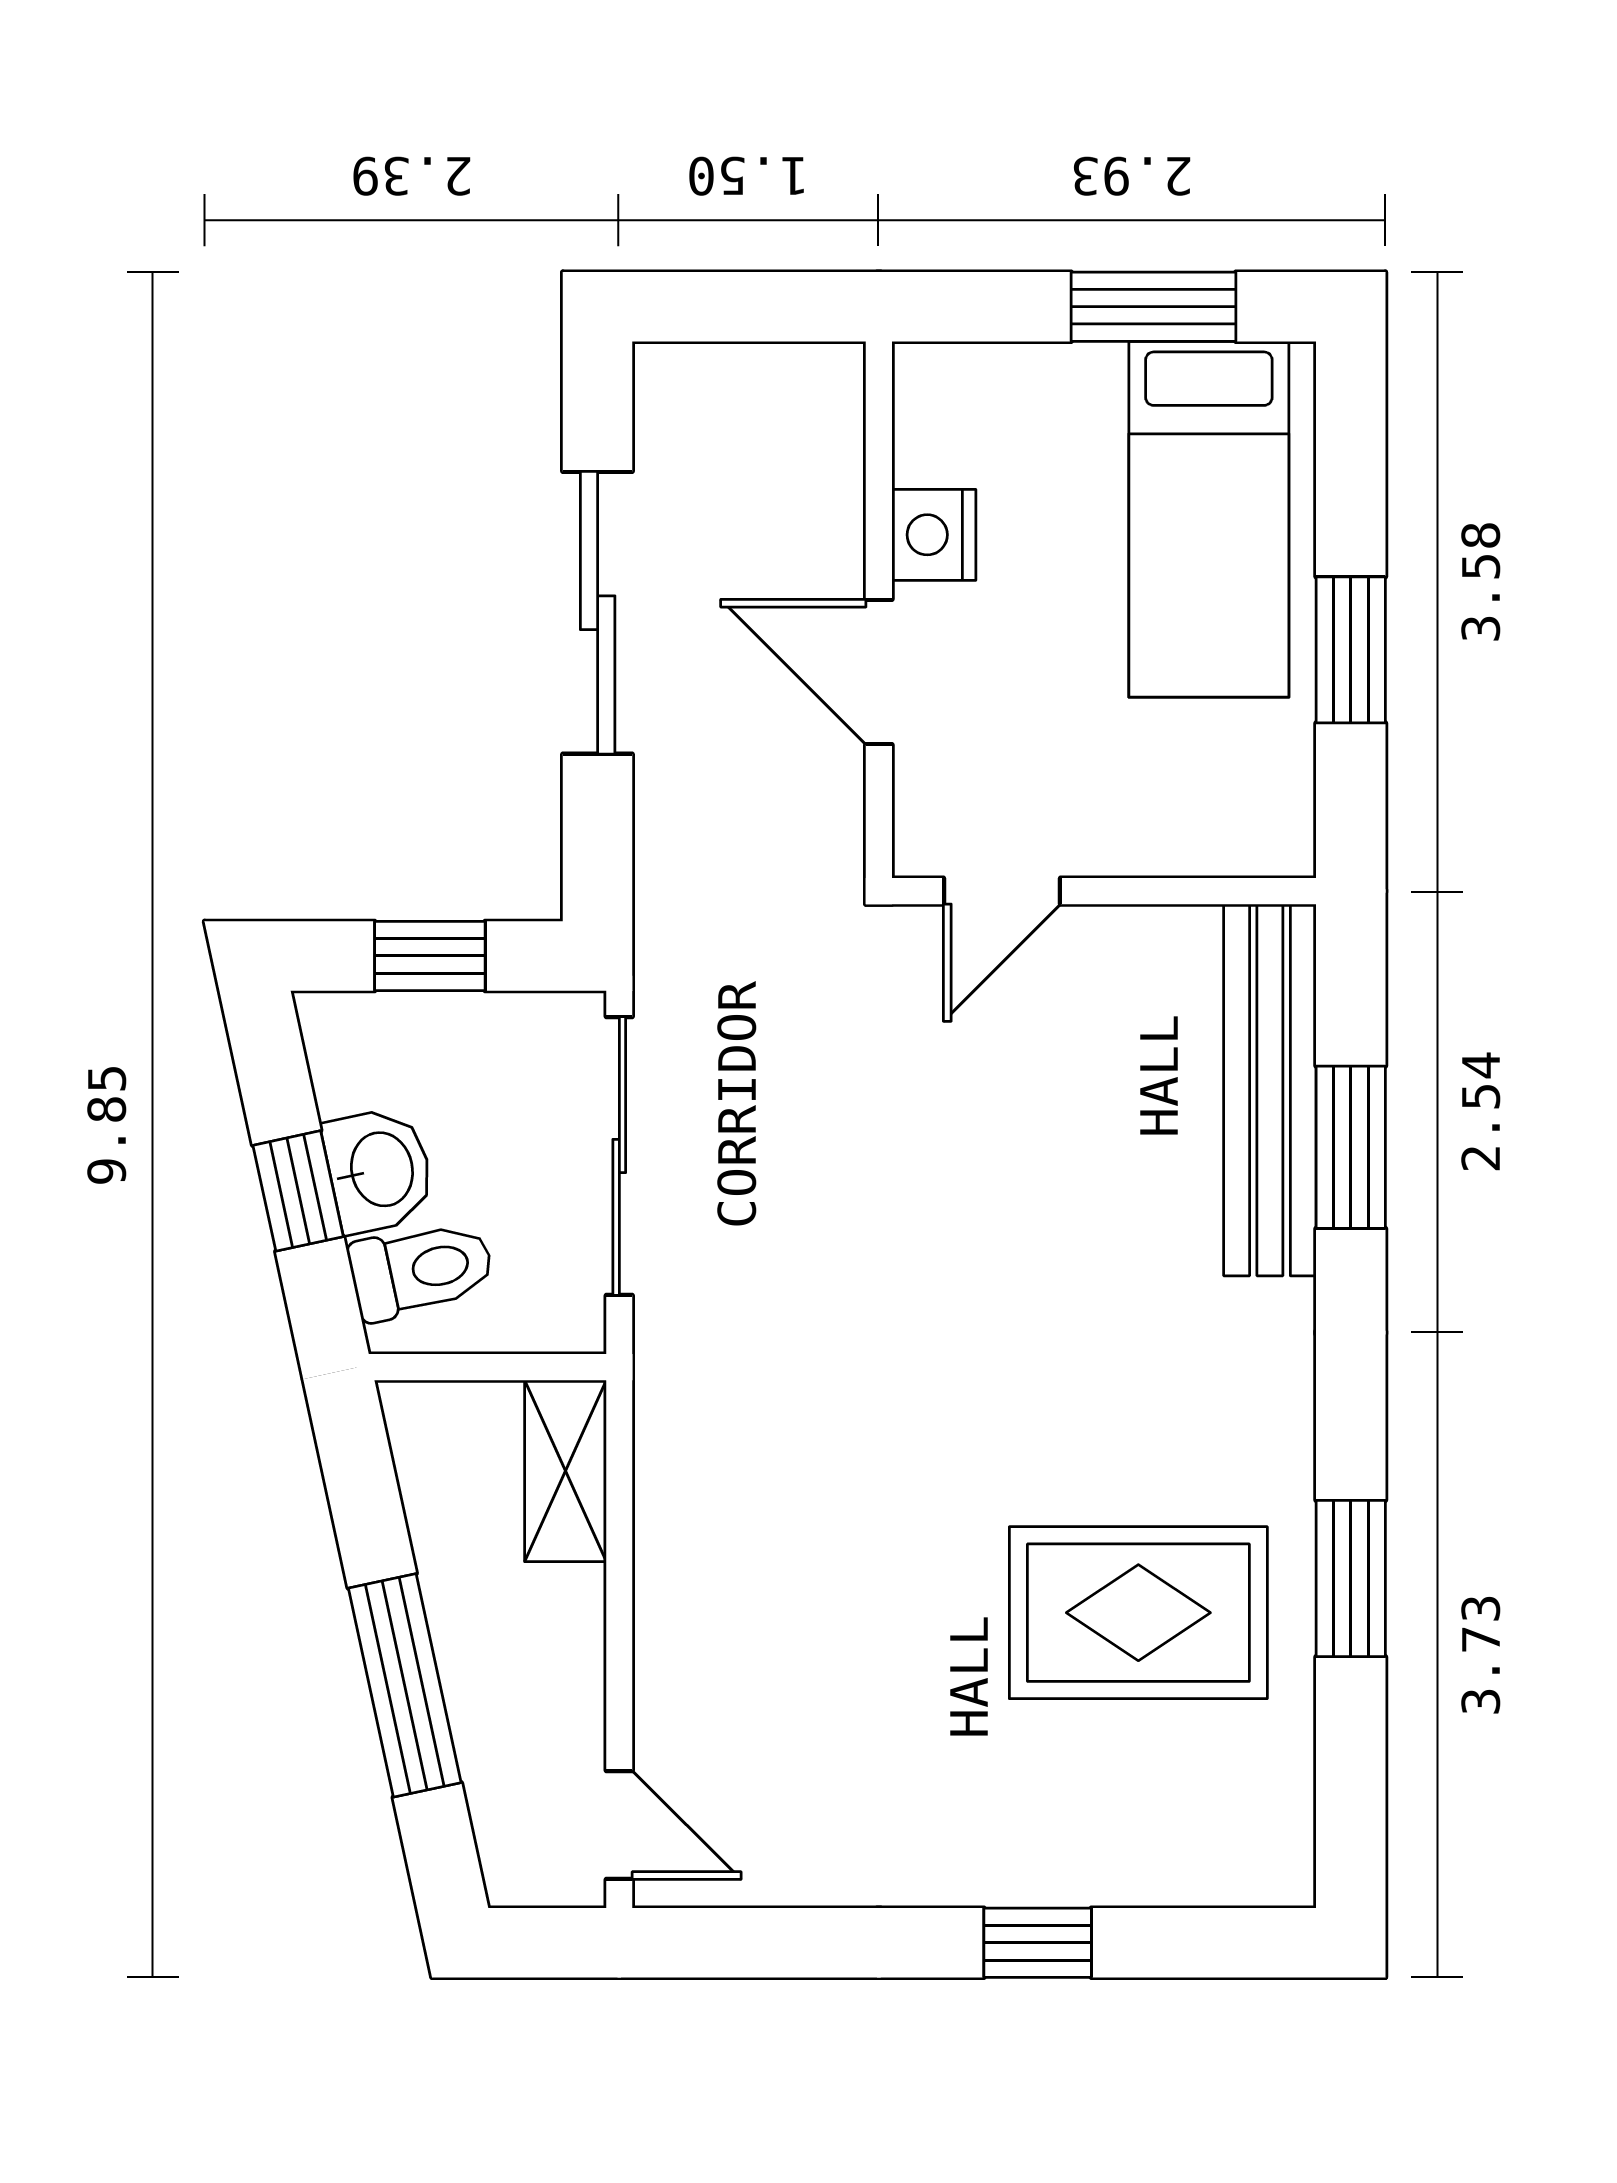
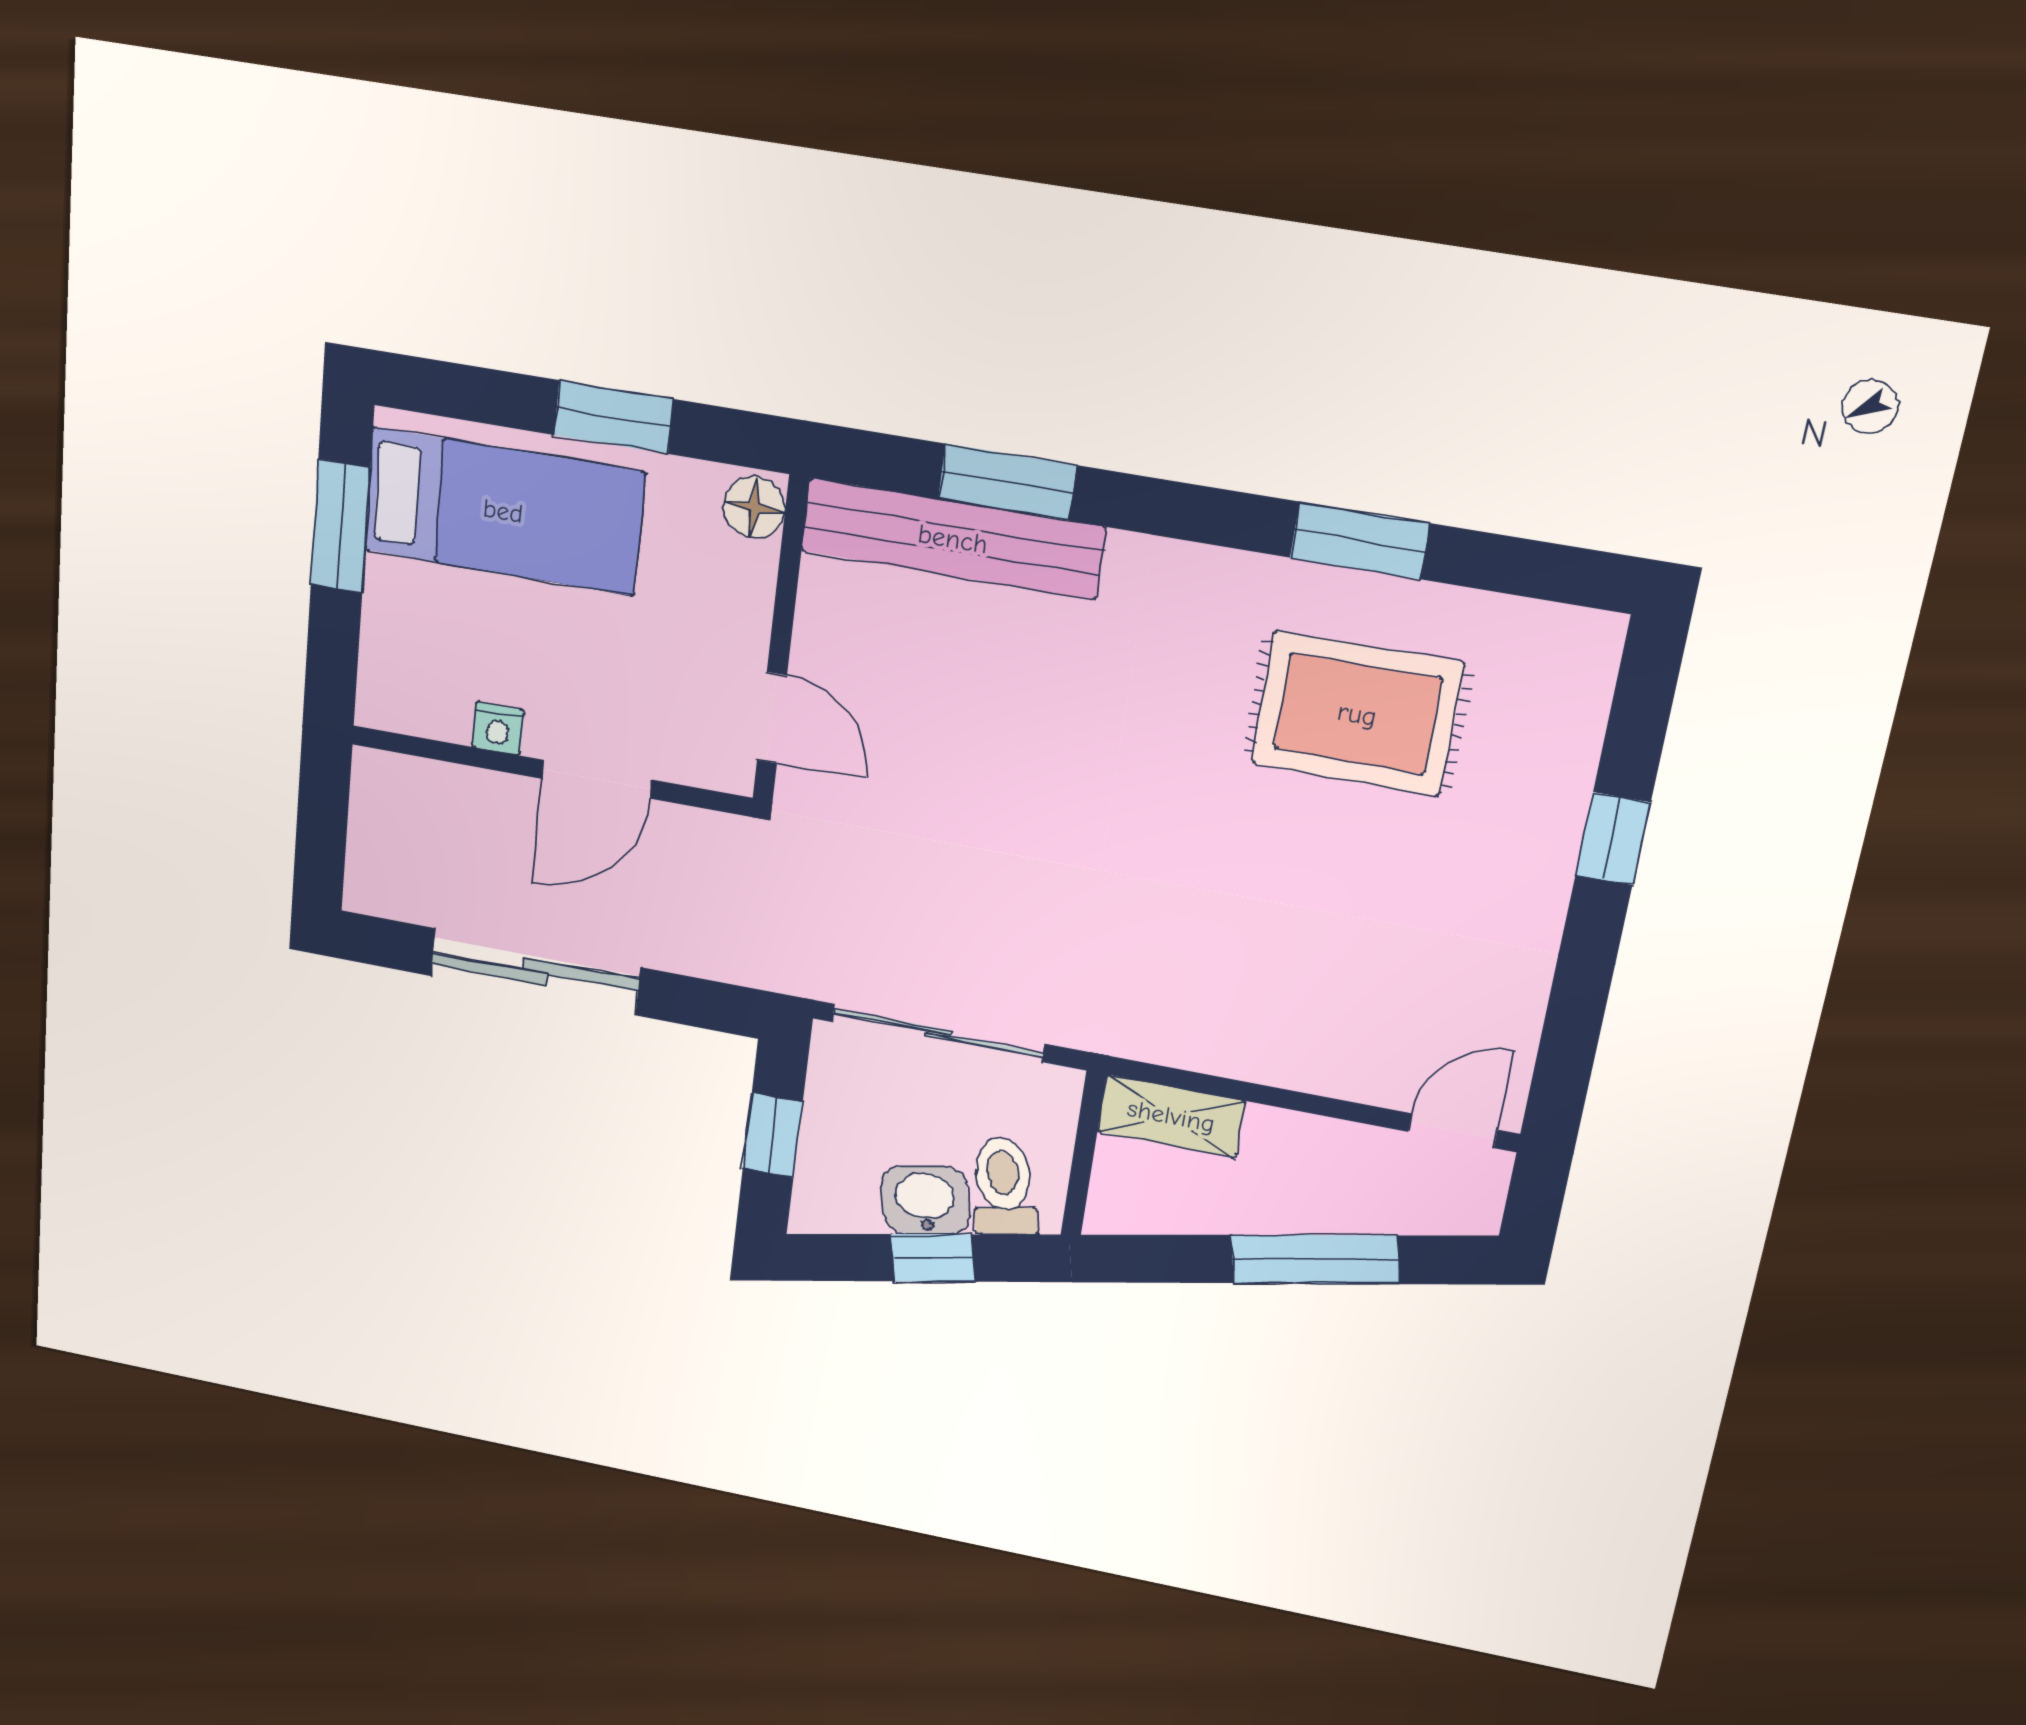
nightstand: (934, 535) -> (498, 729), width x0.72, depth x0.74
floor lamp: (1268, 839) -> (754, 507), added
rug: (1138, 1613) -> (1357, 714), turned 90

